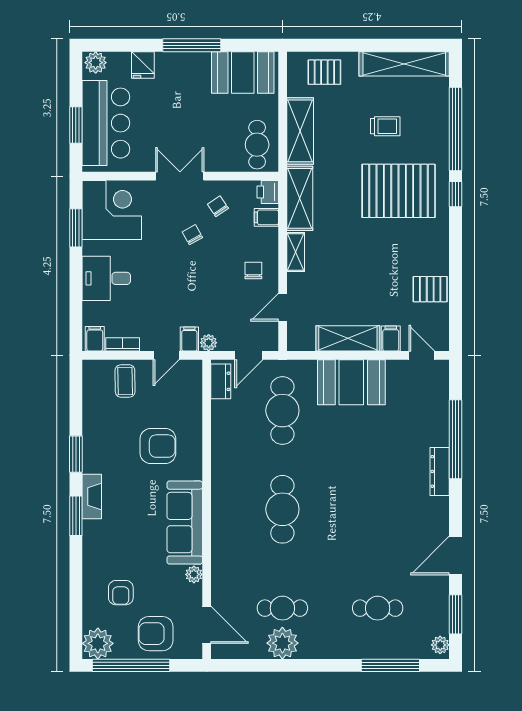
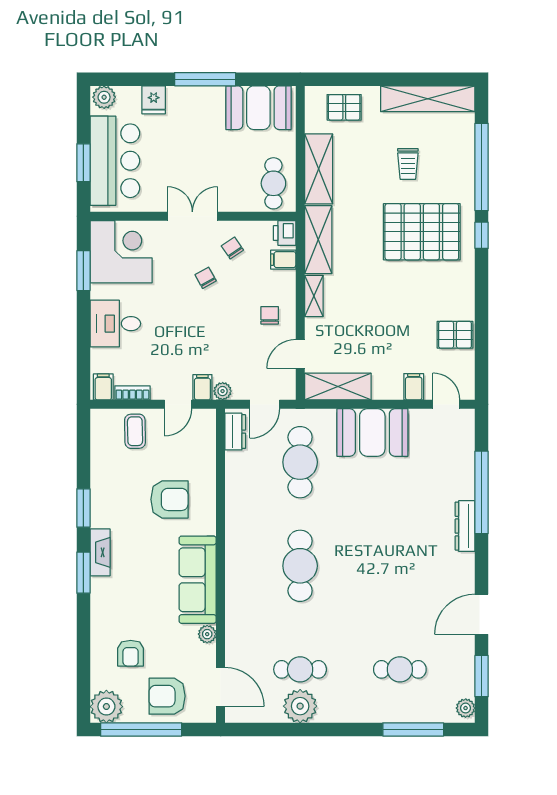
trolley: (385, 126) -> (408, 164), turned 90
shelving: (348, 338) -> (338, 387), moved

